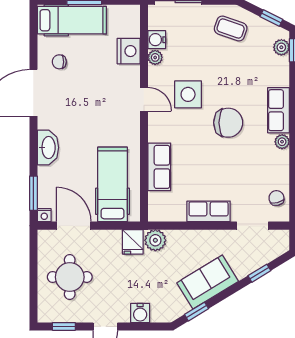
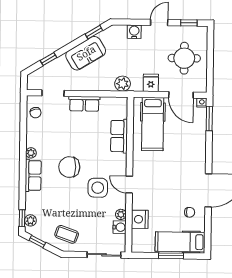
washbasin: (48, 148) -> (199, 151), removed
fridge: (133, 242) -> (151, 83), moved

